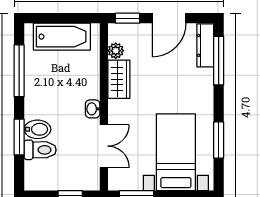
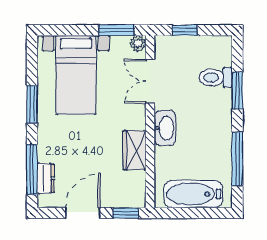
dresser: (205, 45) -> (46, 178), width x0.70
plant: (116, 51) -> (138, 43), moved
washbasin: (93, 109) -> (165, 128), width x1.91, depth x1.45
bidet: (37, 129) -> (218, 99), removed
window: (219, 140) -> (32, 104), moved

